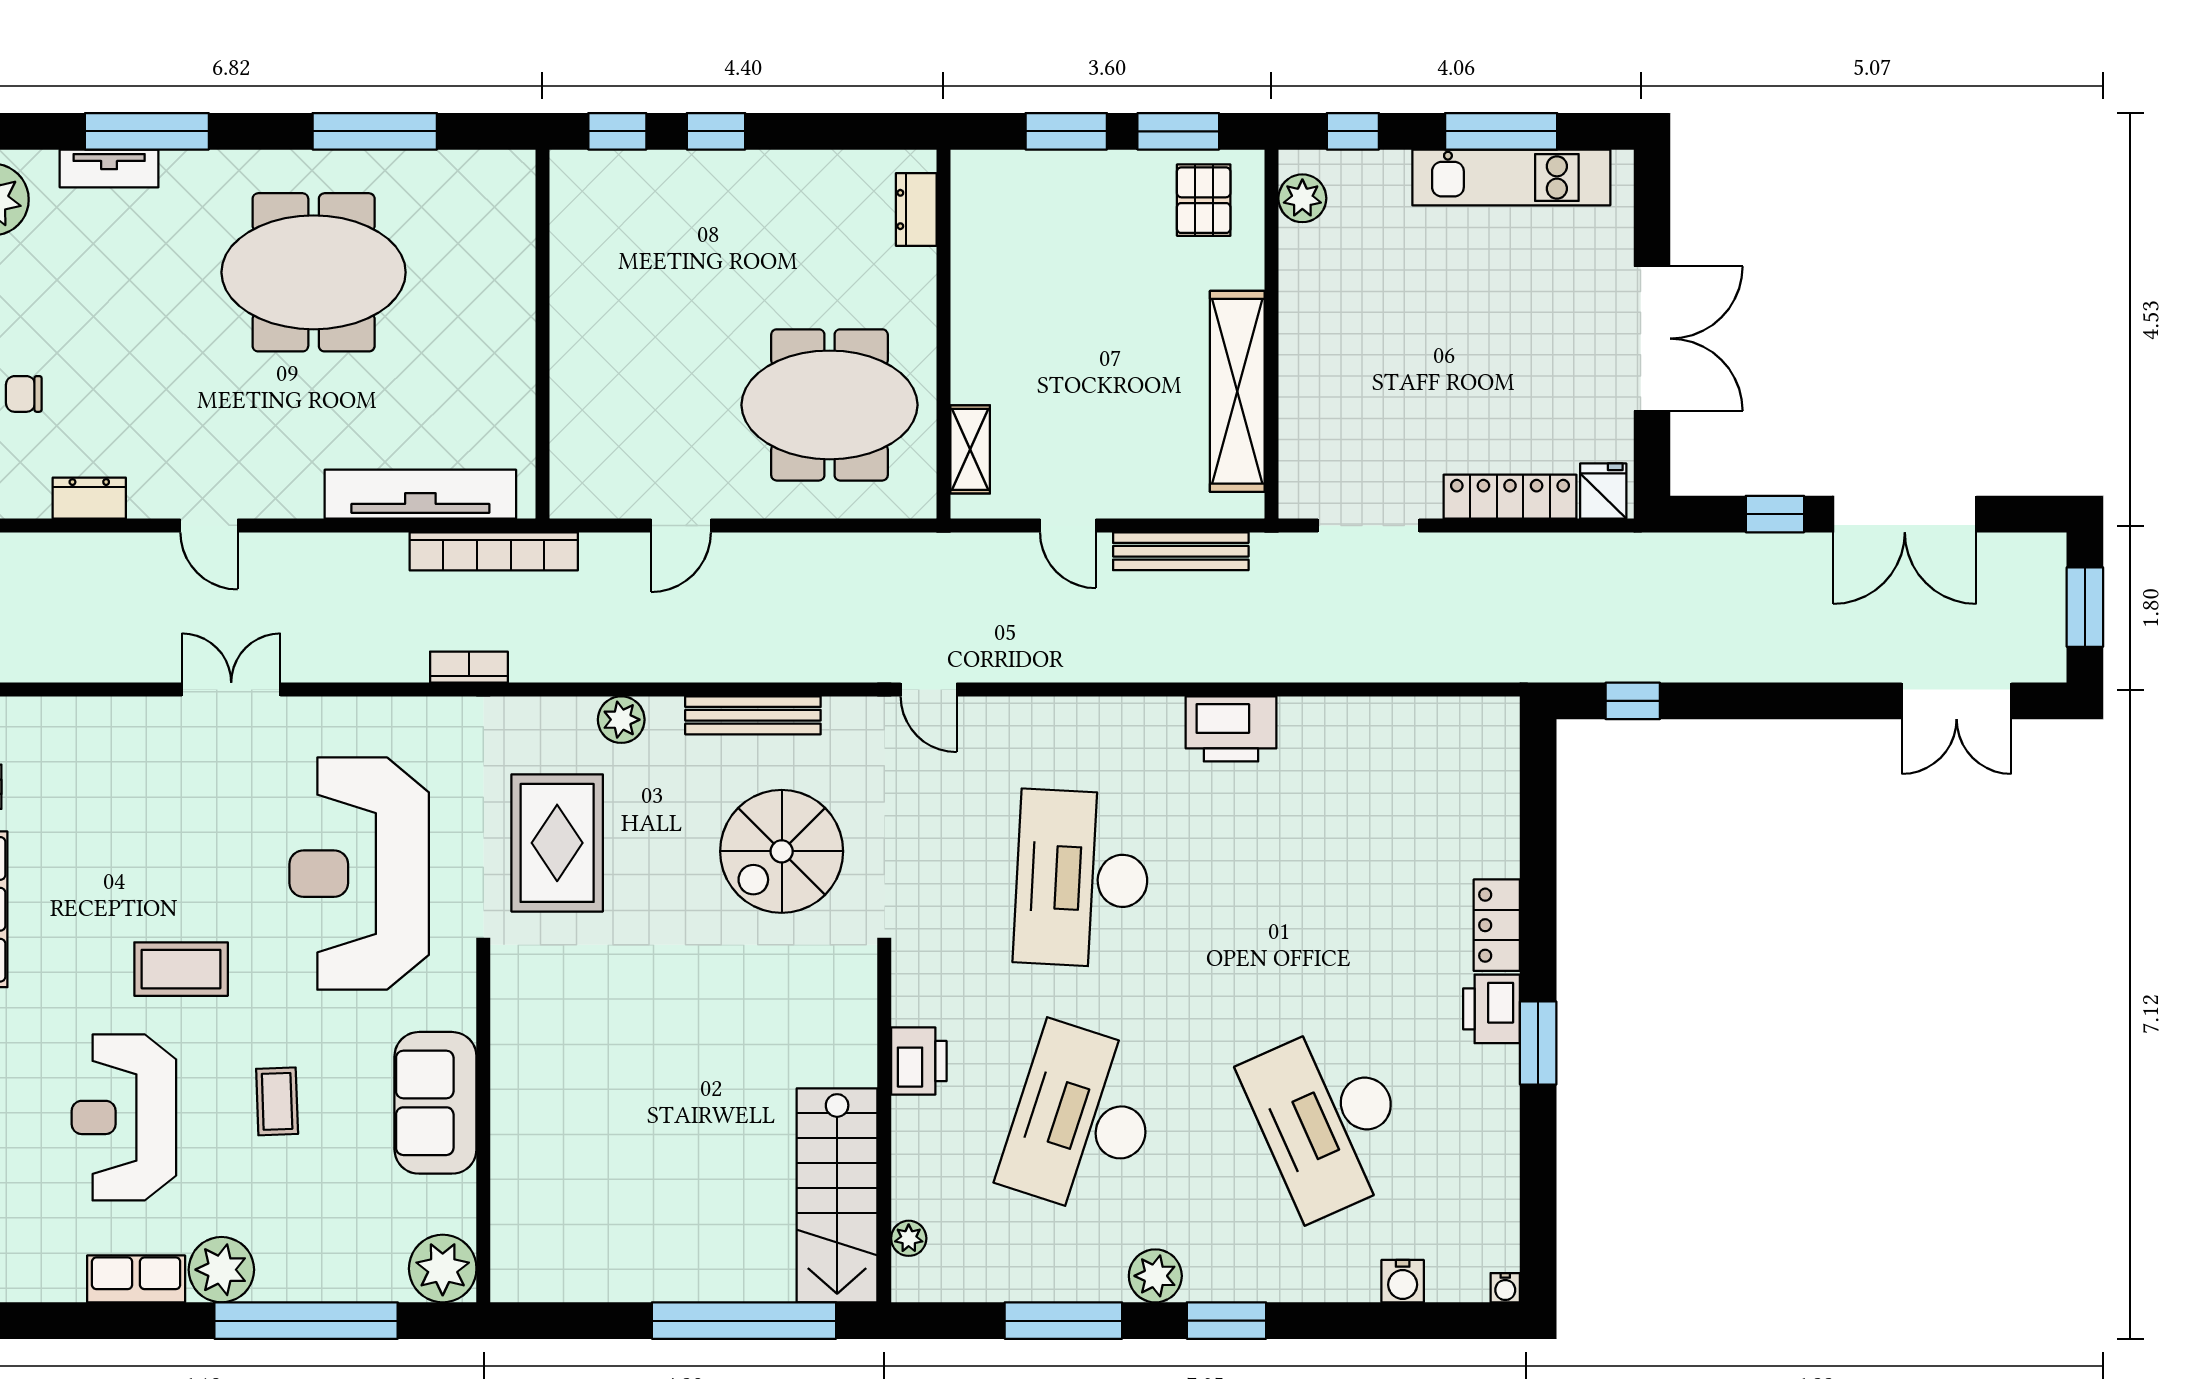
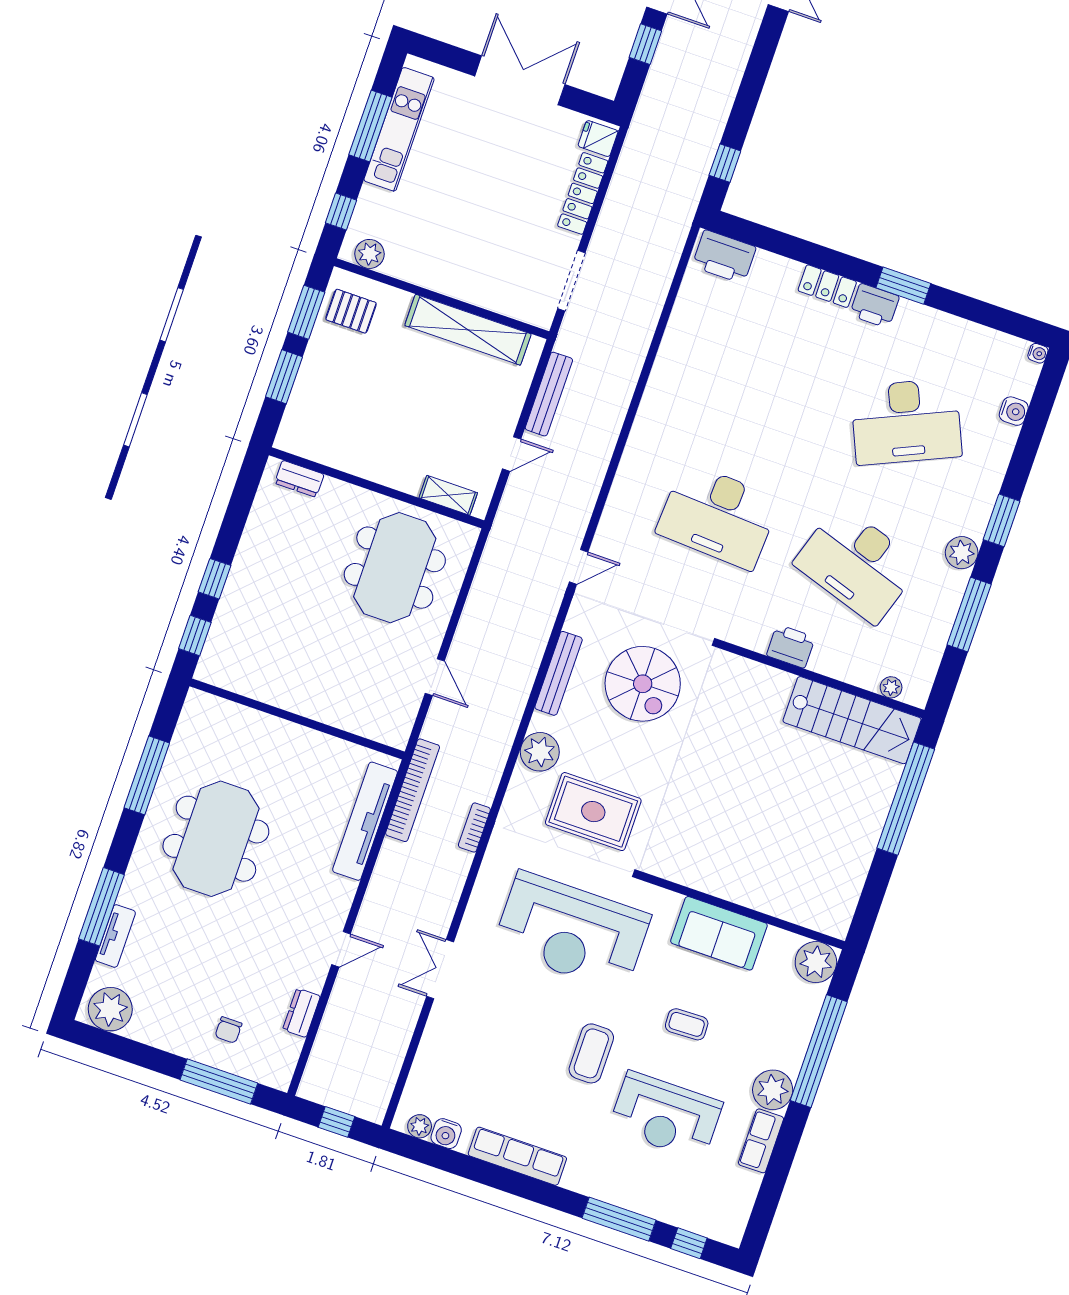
plant: (621, 720) -> (540, 752), width x1.36, depth x1.36
printer: (1231, 729) -> (724, 257), moved, turned 90

